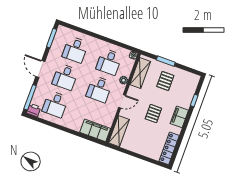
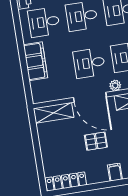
door: (122, 101) -> (90, 97), width x1.88
filing cabinet: (179, 117) -> (115, 172), width x0.50
filing cabinet: (95, 130) -> (36, 61), moved

